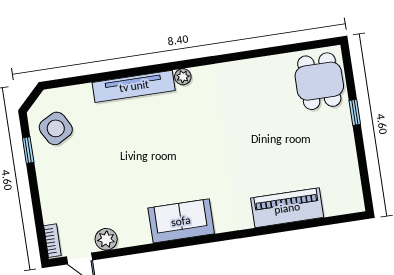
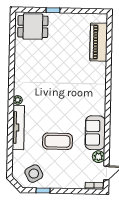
coffee table: (121, 161) -> (57, 141), added
piano: (287, 208) -> (99, 42), moved
sofa: (181, 221) -> (95, 133), moved

